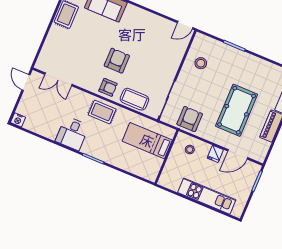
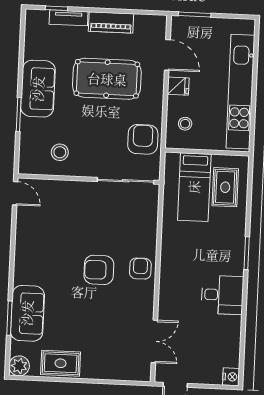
sofa: (246, 64) -> (38, 89), added
coffee table: (134, 99) -> (143, 226), removed
rug: (102, 112) -> (225, 187), moved
armchair: (190, 119) -> (143, 139), turned 90
kitchen unit: (207, 196) -> (240, 92), width x1.36

